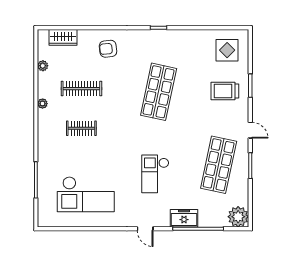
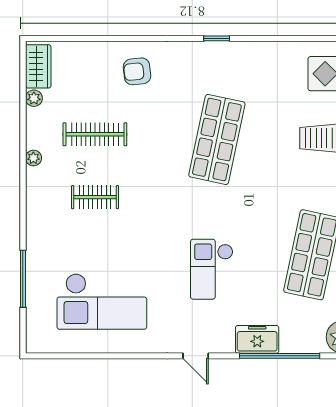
wardrobe: (63, 37) -> (38, 66), moved, turned -90

